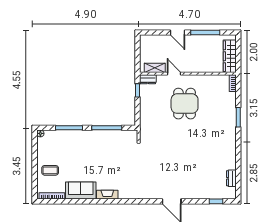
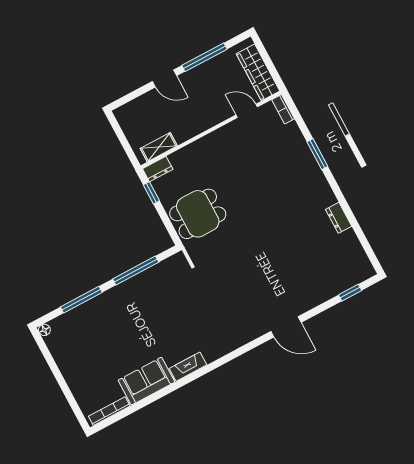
door: (174, 74) -> (247, 111), moved
dining table: (185, 104) -> (198, 214), moved, turned 90
coffee table: (50, 170) -> (87, 376), removed
dresser: (231, 178) -> (339, 218), moved

